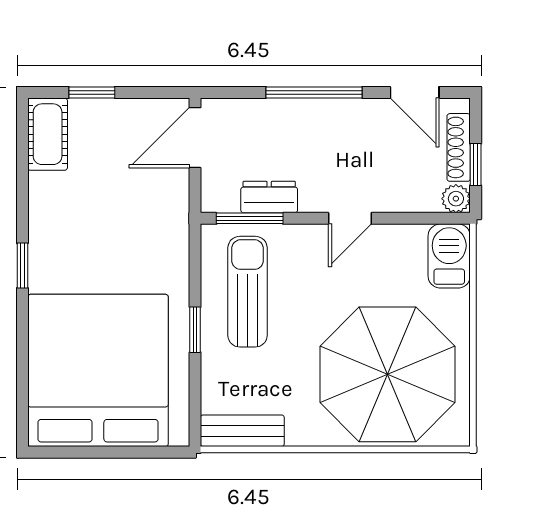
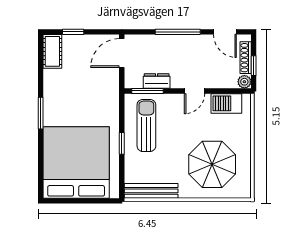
barbecue: (449, 256) -> (226, 103), moved, turned -90
window: (22, 266) -> (41, 113), width x1.50
parasol: (387, 374) -> (212, 164), width x0.73, depth x0.73
bench: (242, 431) -> (151, 191), width x1.36

